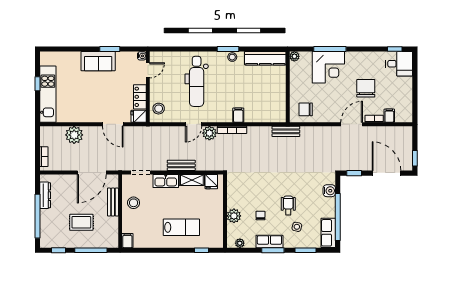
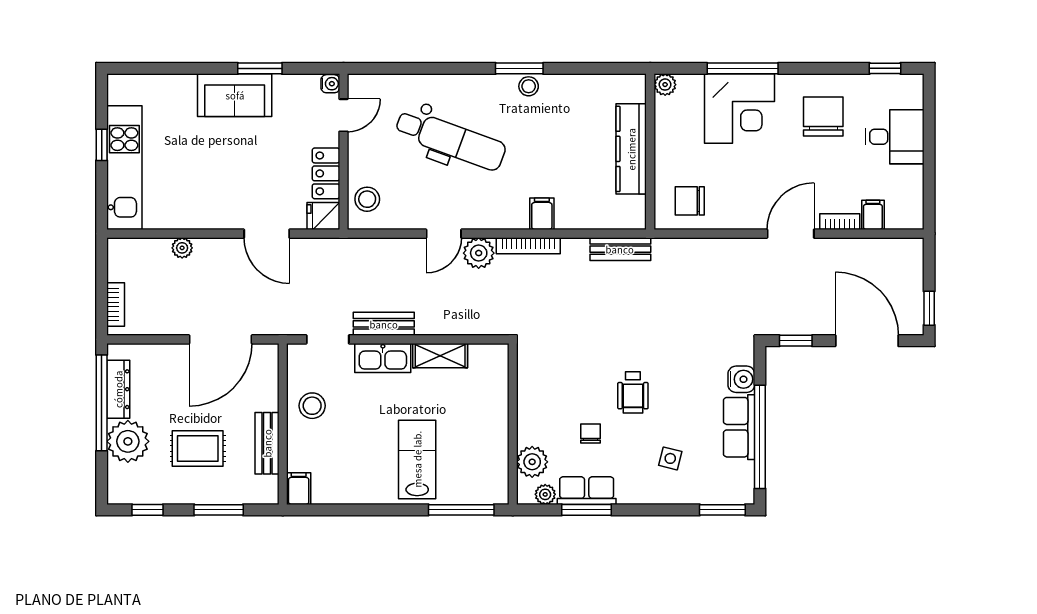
kitchen counter: (265, 58) -> (631, 149), moved, turned 90
desk: (399, 64) -> (895, 137), moved
dental chair: (197, 81) -> (450, 140), turned -70
chair: (366, 88) -> (823, 117), moved
bench: (286, 131) -> (620, 249), moved
plant: (74, 135) -> (182, 248), width x0.53, depth x0.53
bench: (181, 165) -> (384, 324), moved
fridge: (211, 182) -> (483, 359), removed
bench: (113, 202) -> (267, 443), moved
wheelchair: (288, 205) -> (633, 392), moved, turned 180
window: (38, 216) -> (102, 403), moved
plant: (234, 216) -> (532, 462), moved
plant: (49, 219) -> (128, 441), added
lab bench: (181, 227) -> (417, 459), turned -90
row of seats: (328, 233) -> (739, 427), moved
row of seats: (269, 242) -> (587, 491), moved
window: (91, 250) -> (219, 510), width x0.69
window: (201, 250) -> (461, 510), width x2.17
window: (273, 250) -> (587, 510), moved
window: (306, 250) -> (722, 510), moved

